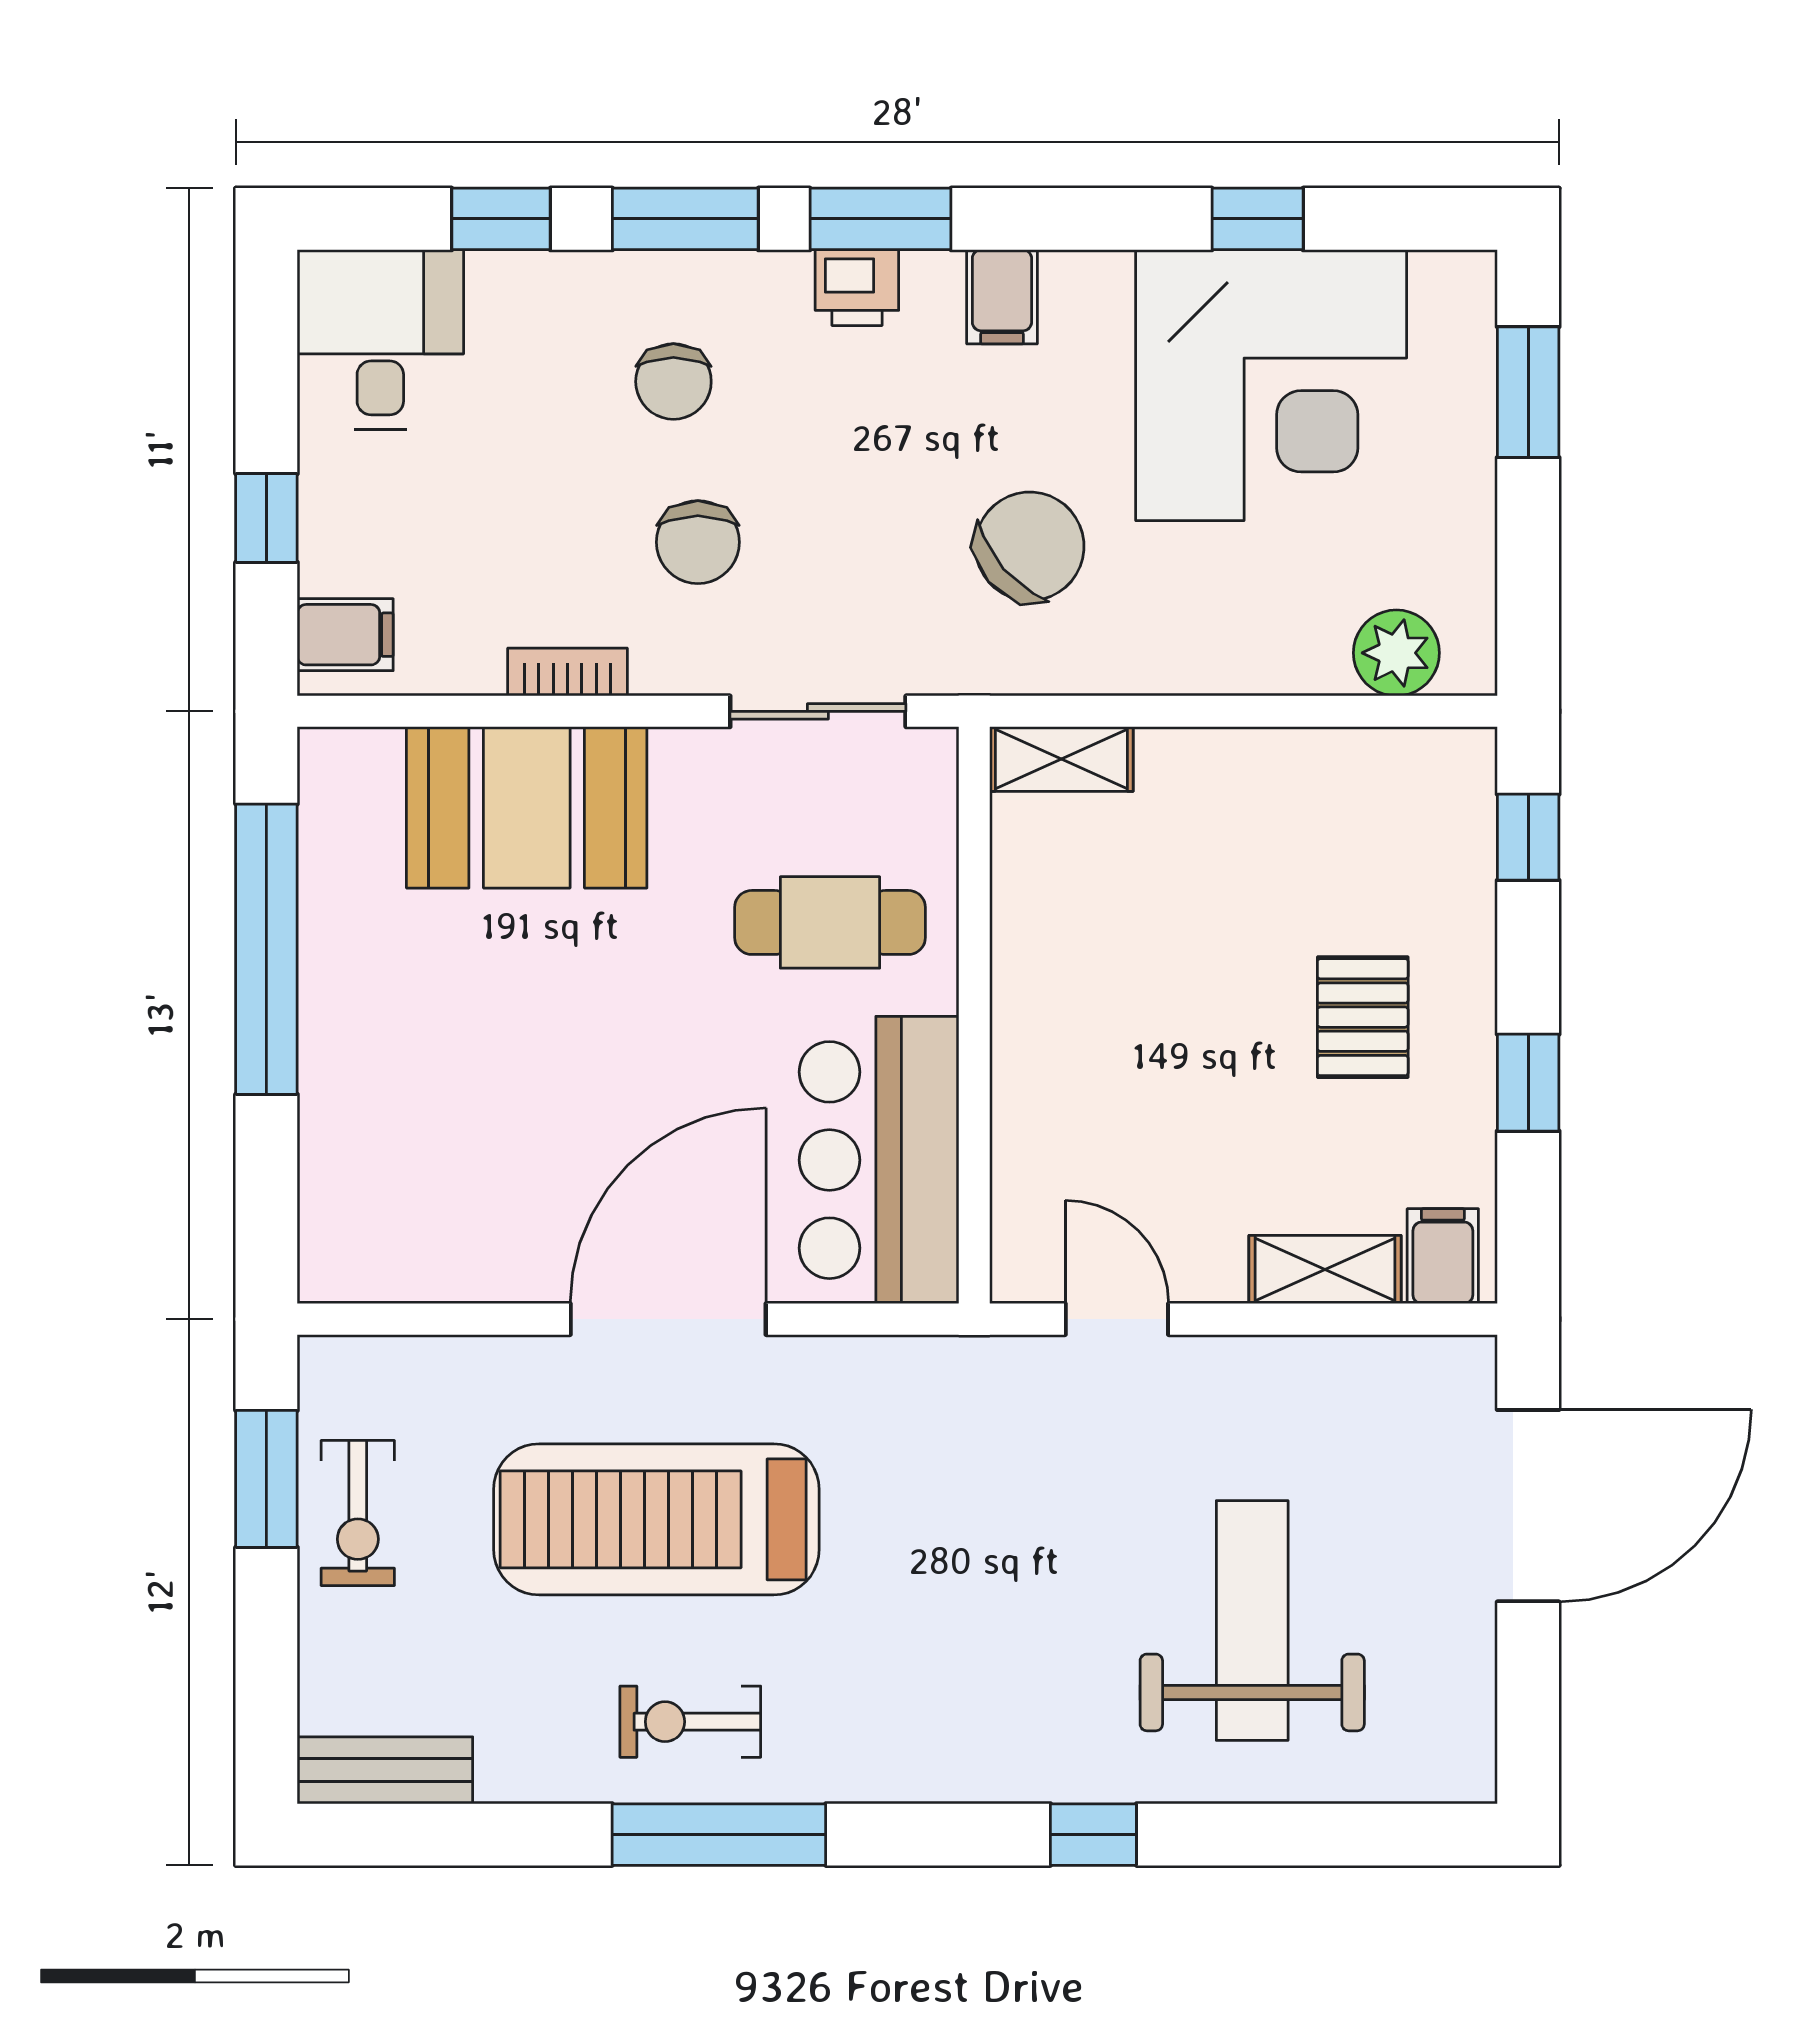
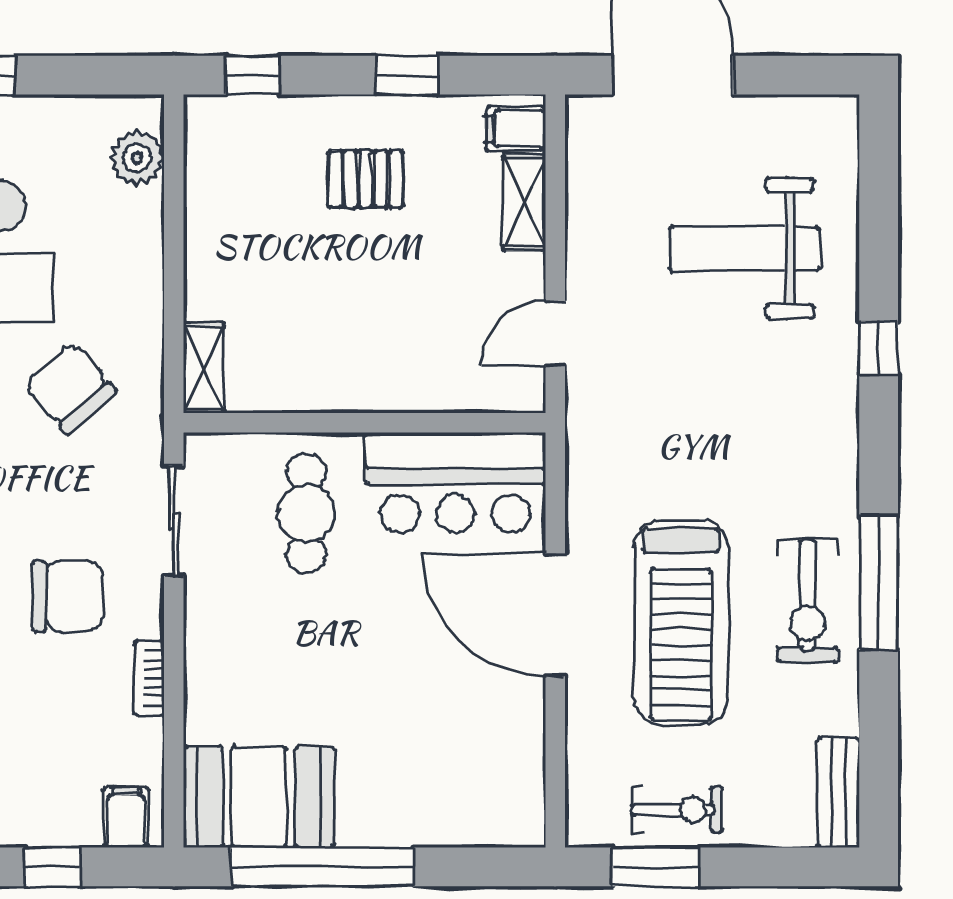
chair: (698, 542) -> (68, 596), width x1.37, depth x1.37
booth: (527, 807) -> (259, 797), moved, turned 90
exercise bike: (690, 1722) -> (808, 601), width x1.38, depth x1.39

